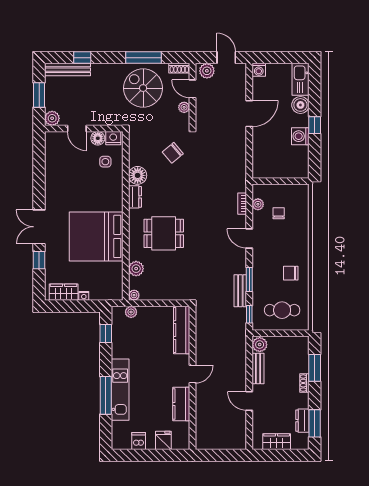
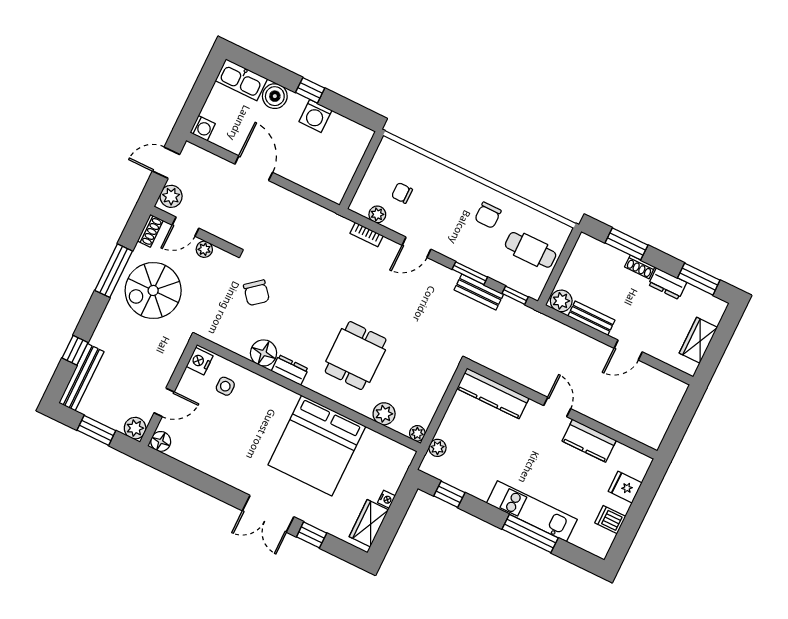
floor lamp: (98, 138) -> (161, 441), moved
cafe table: (282, 310) -> (531, 250), turned 90
dresser: (302, 421) -> (667, 284), moved

